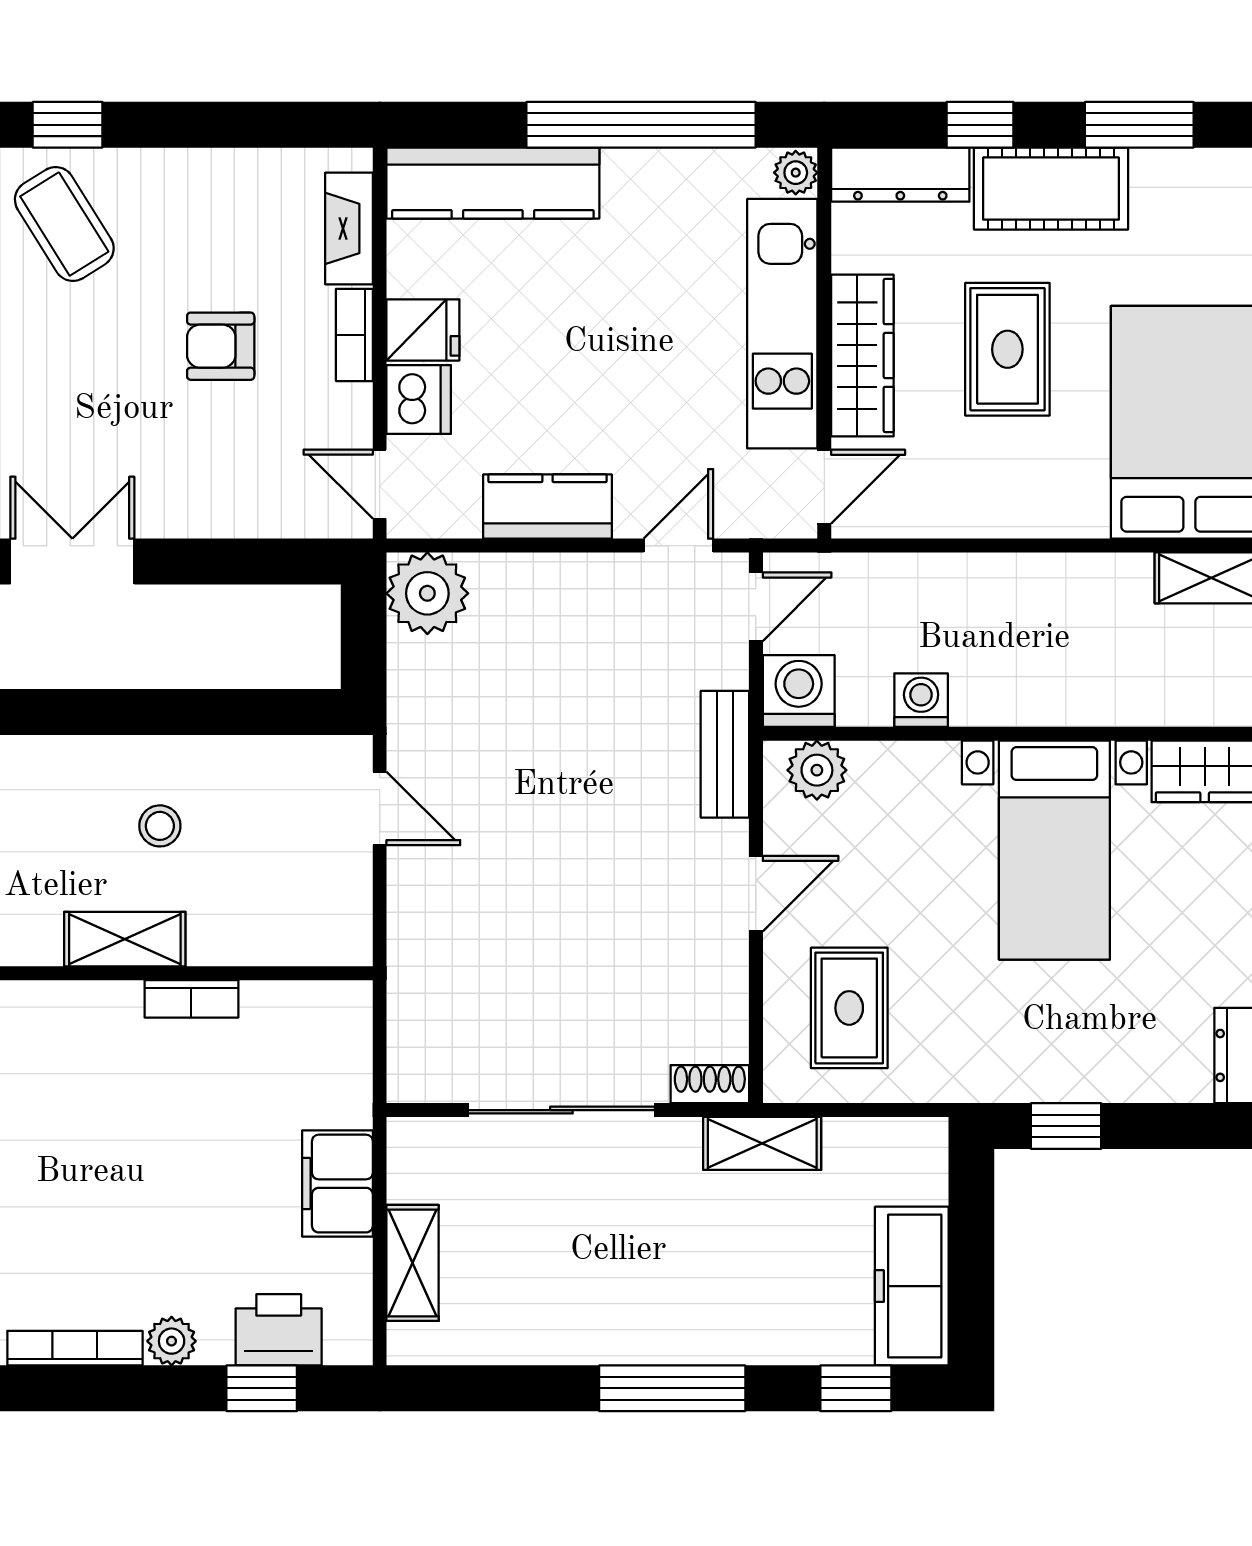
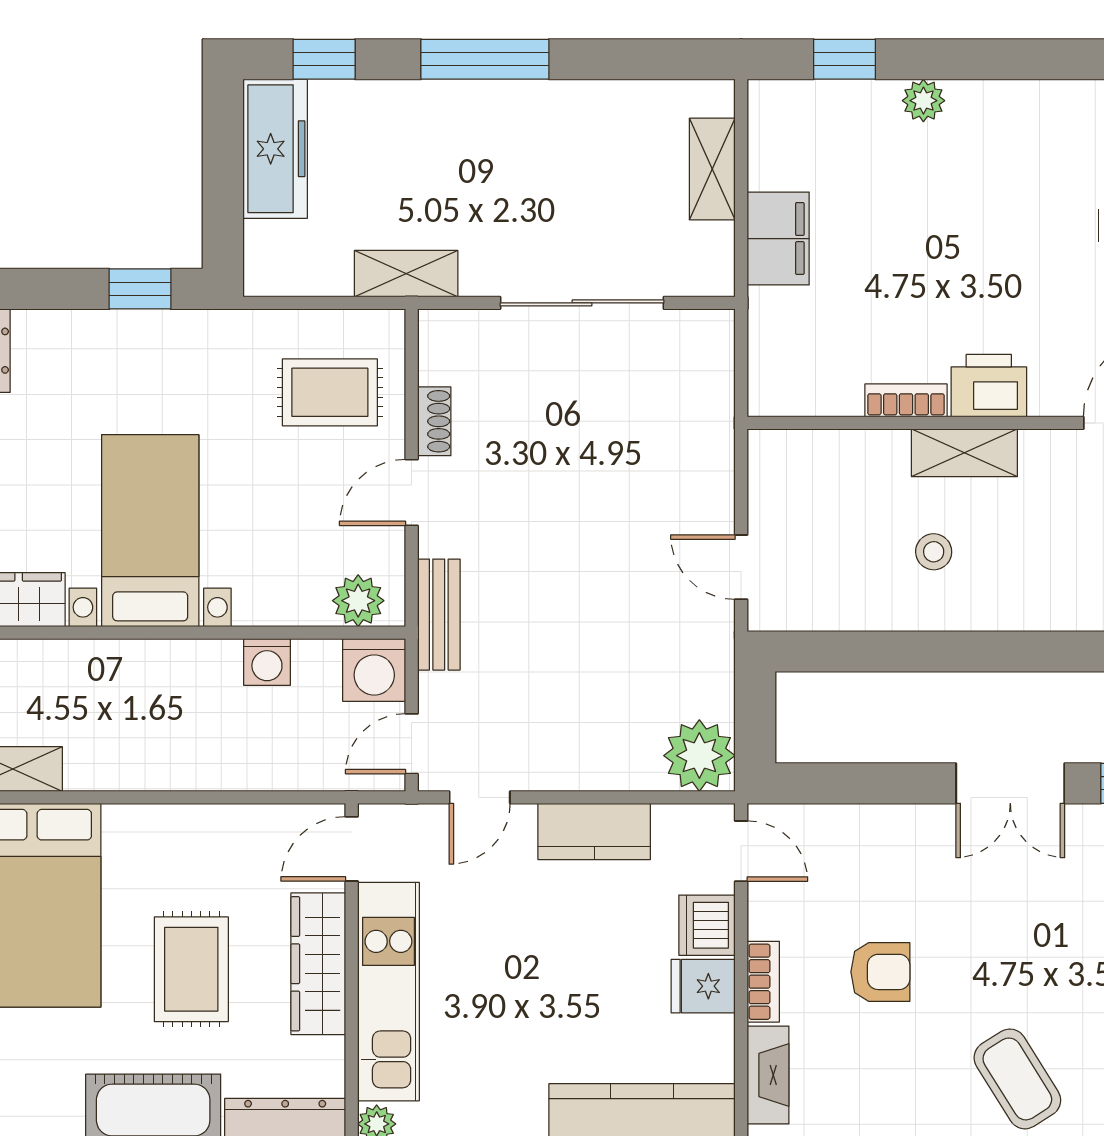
rug: (849, 1008) -> (330, 392), turned 90
shoe rack: (710, 1084) -> (434, 421), moved, turned -90
printer: (279, 1330) -> (989, 386), moved, turned 180
bookcase: (75, 1348) -> (1008, 94), removed

